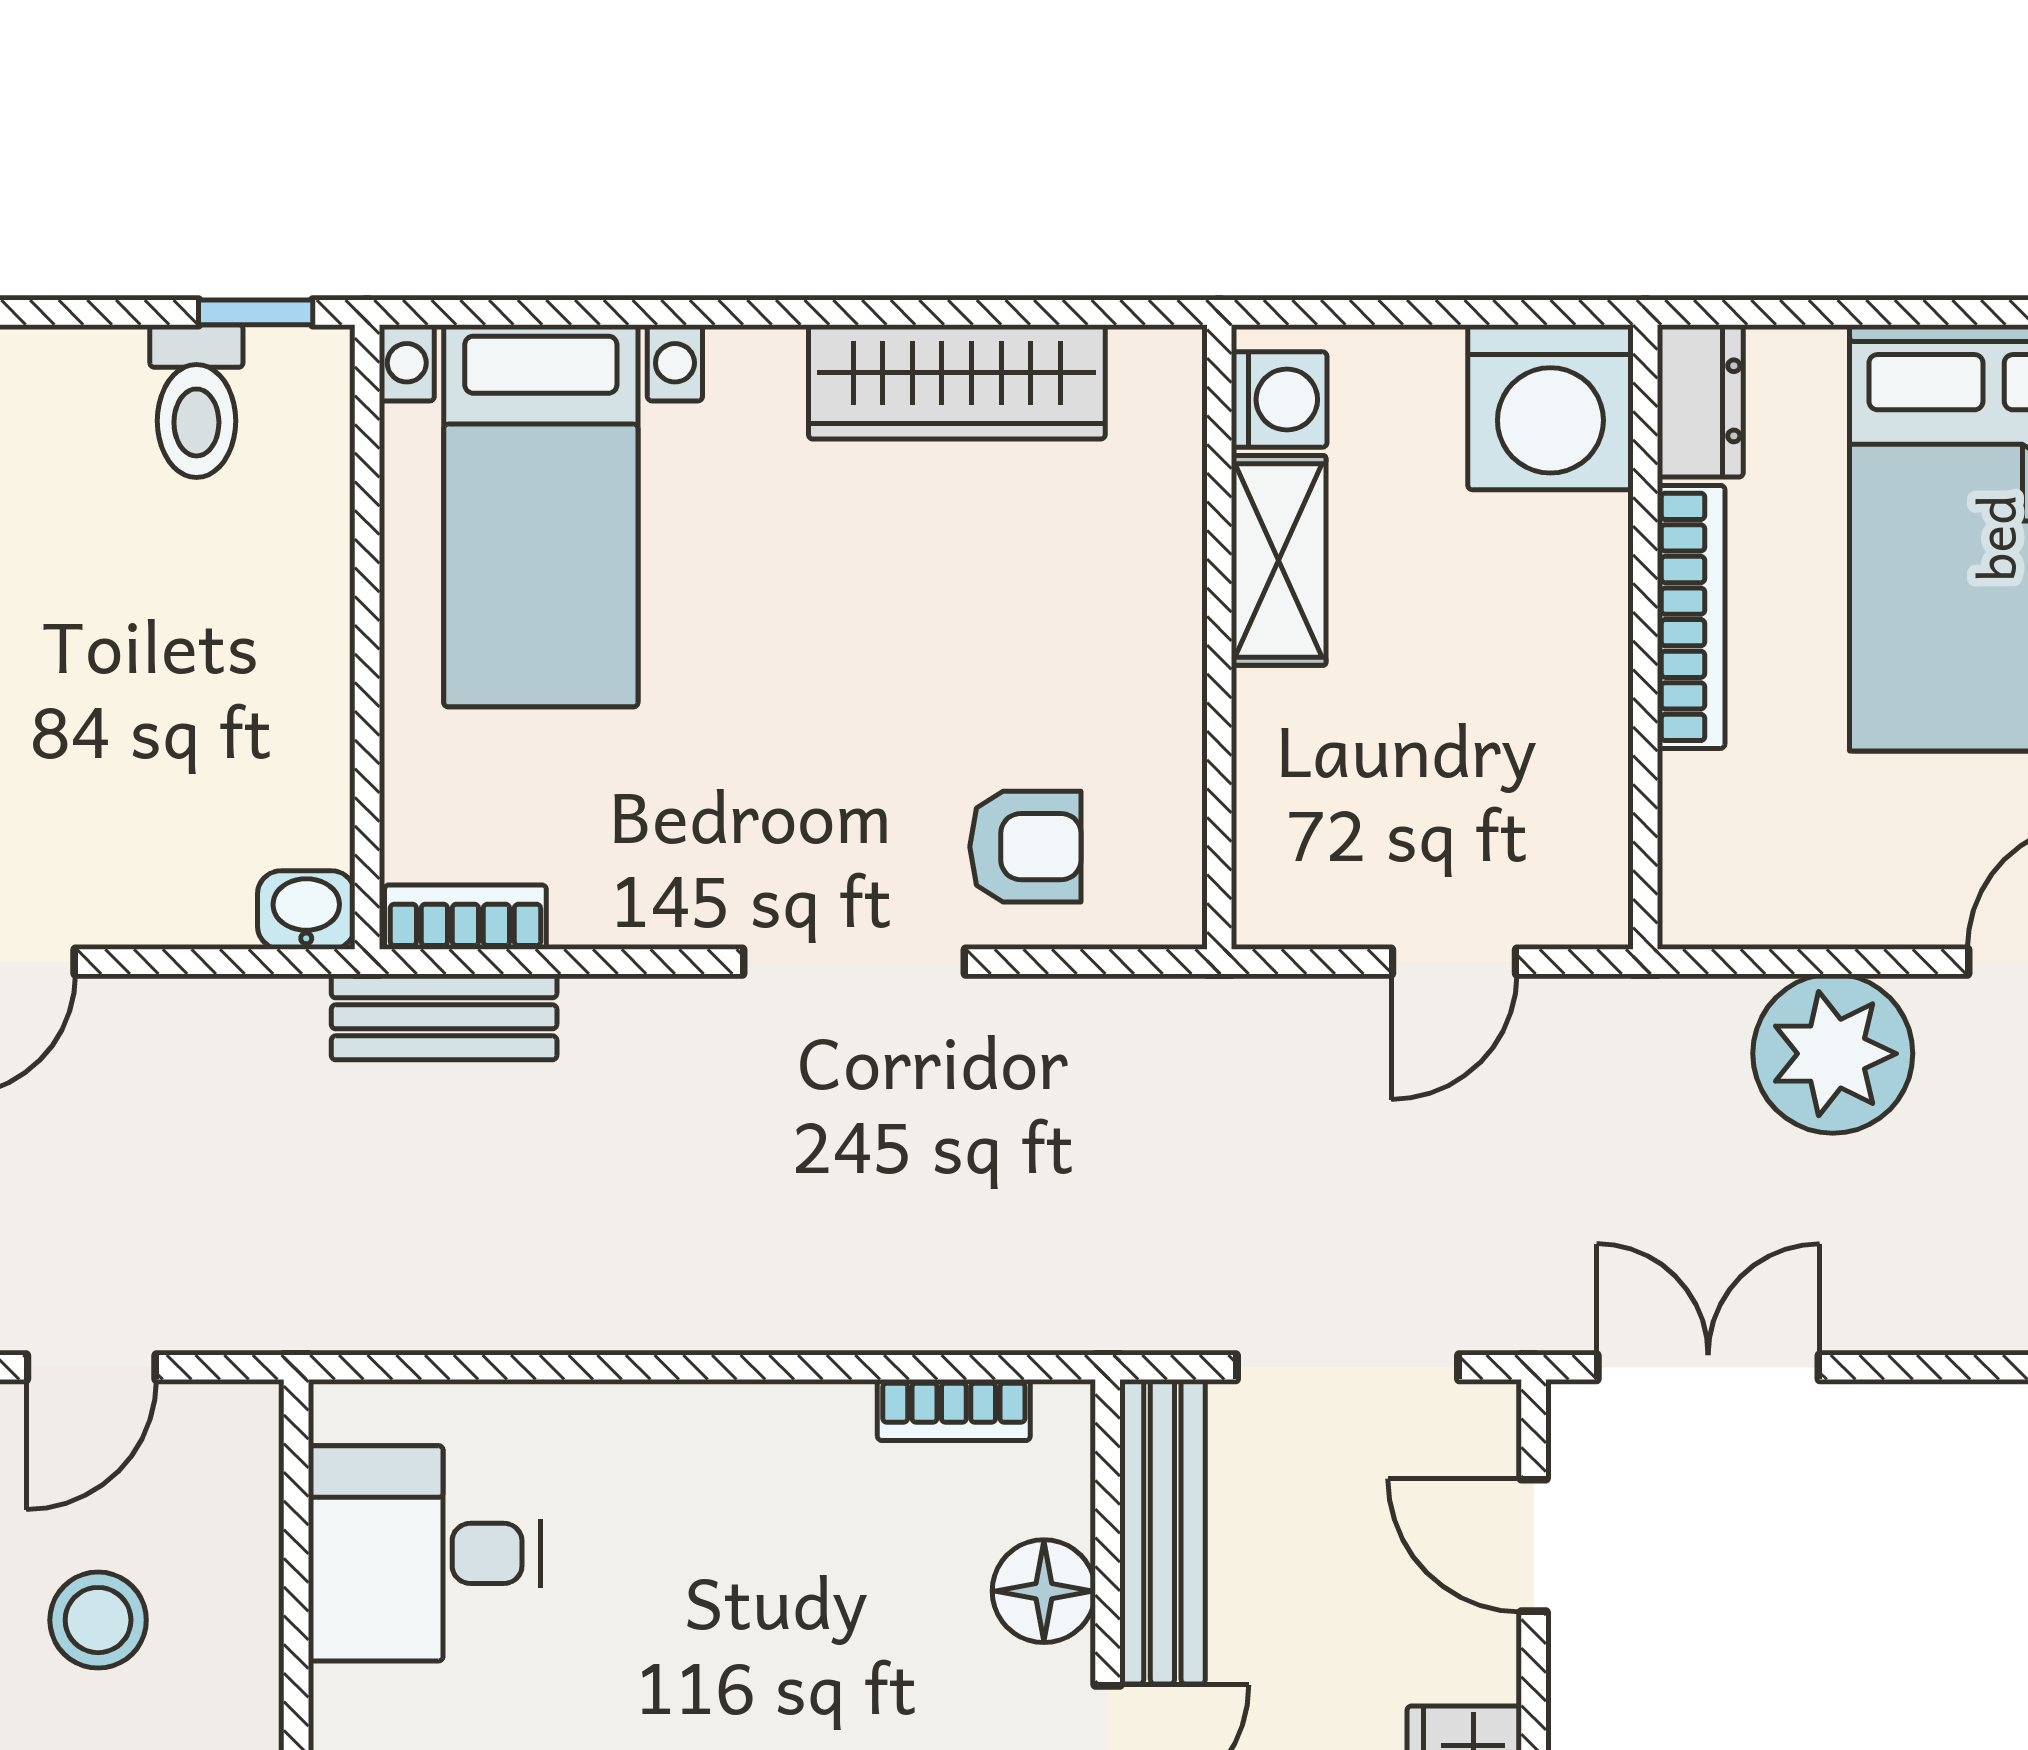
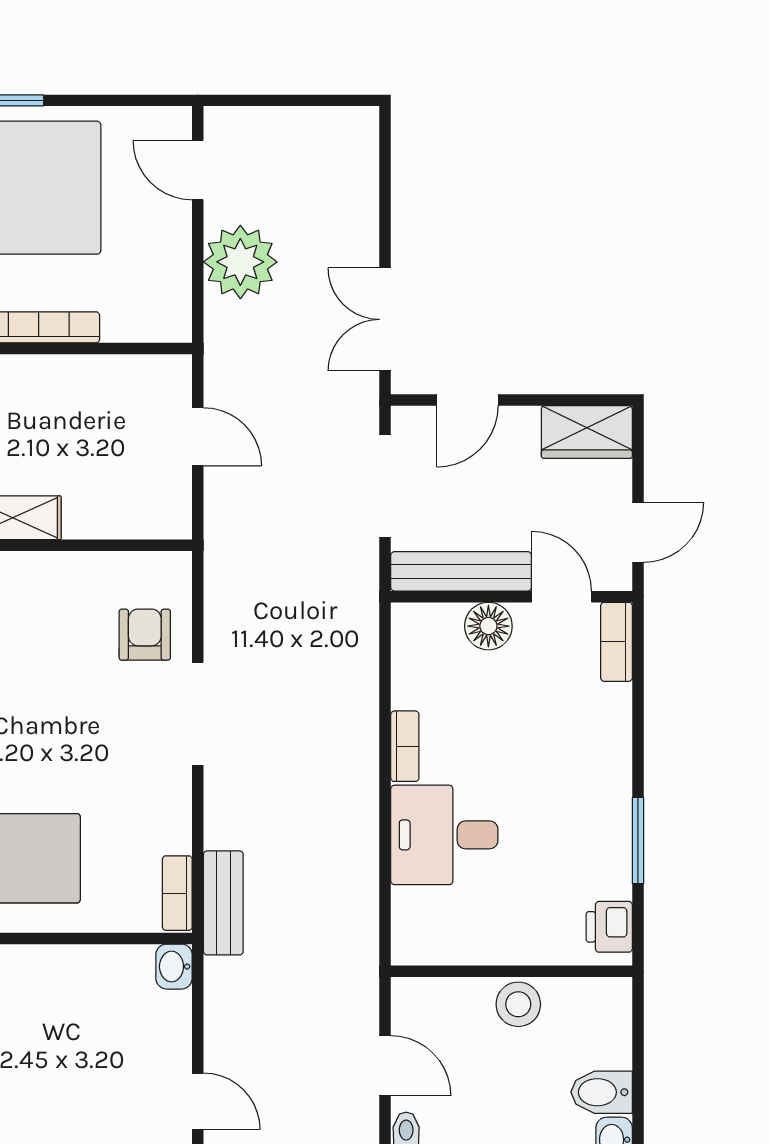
bookcase: (954, 1410) -> (405, 746), moved
desk: (424, 1553) -> (444, 835), moved, turned 90
stool: (98, 1620) -> (518, 1004), moved

